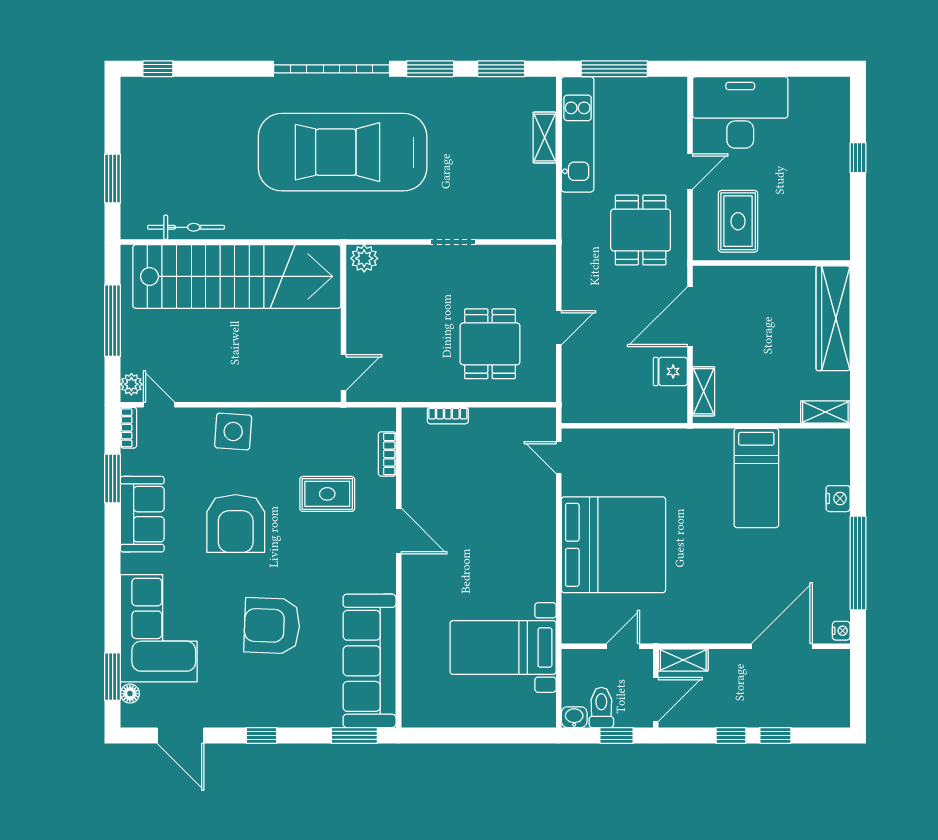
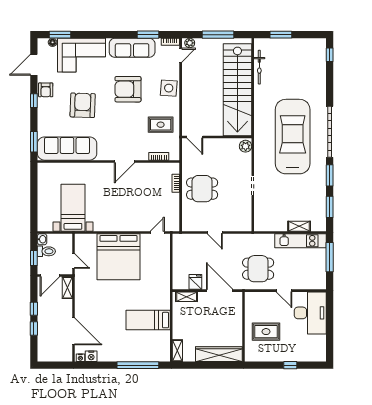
rug: (738, 221) -> (266, 332), moved
dining table: (490, 344) -> (202, 189), moved
rug: (327, 494) -> (161, 125), moved, turned 90
nightstand: (838, 499) -> (91, 356), moved
sofa: (142, 514) -> (132, 48), width x1.36
window: (858, 563) -> (138, 365), moved
door: (656, 699) -> (50, 275), hinge flipped
armchair: (237, 709) -> (46, 90), added

